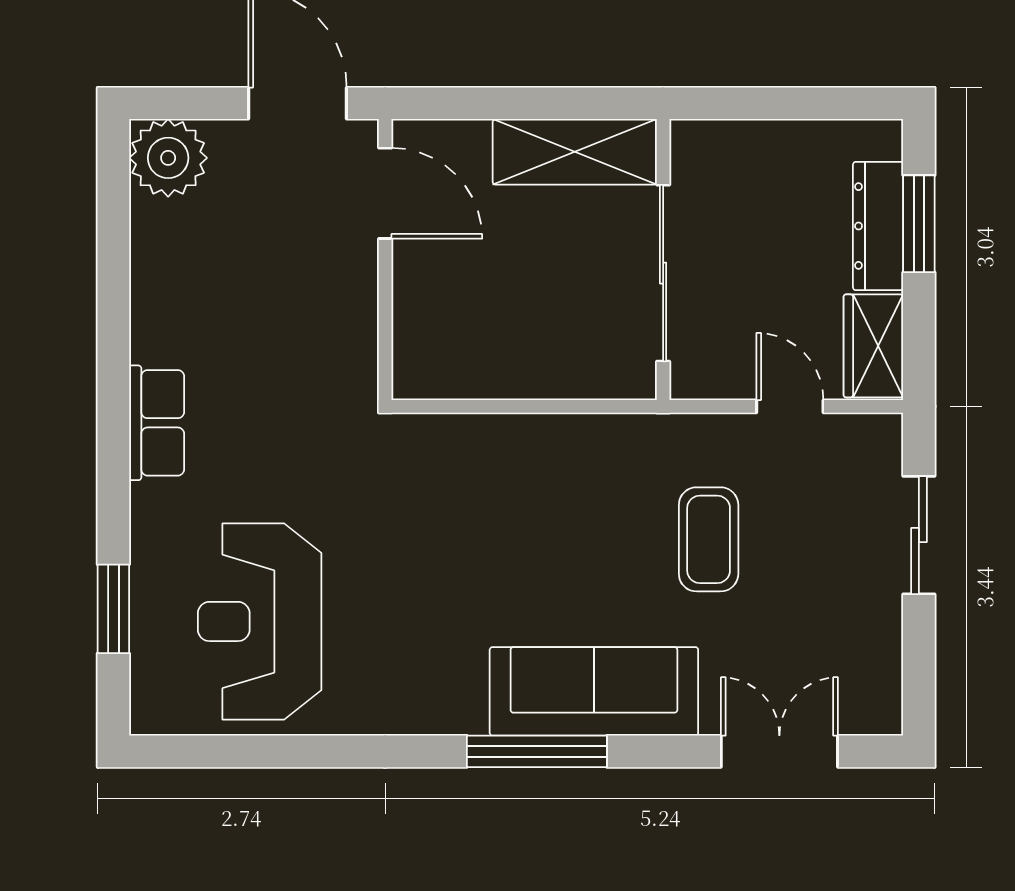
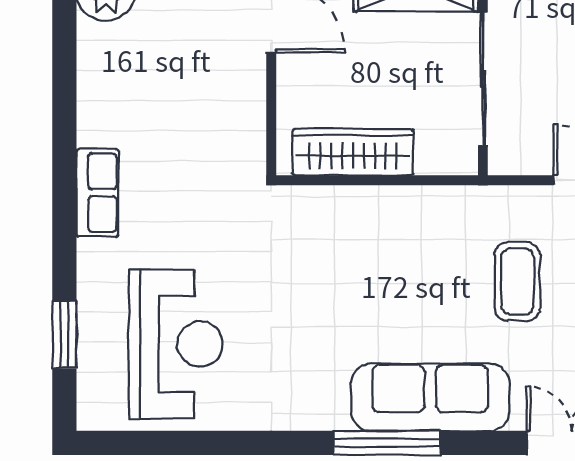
wardrobe: (492, 369) -> (353, 152), added
reception desk: (260, 621) -> (176, 344), turned 180

